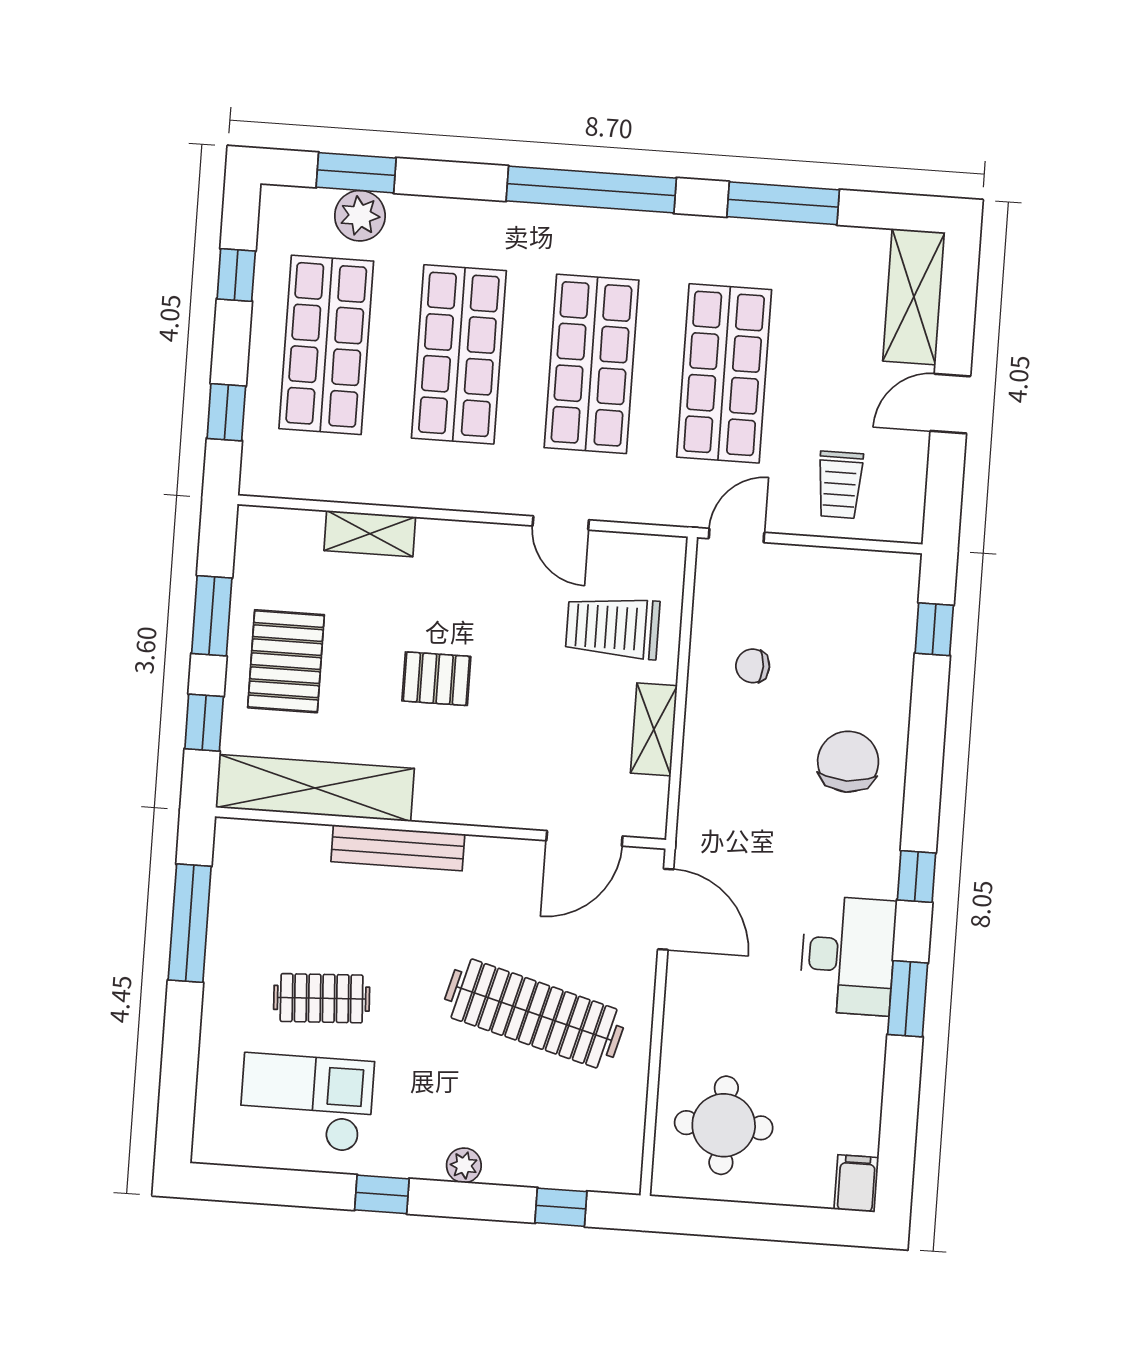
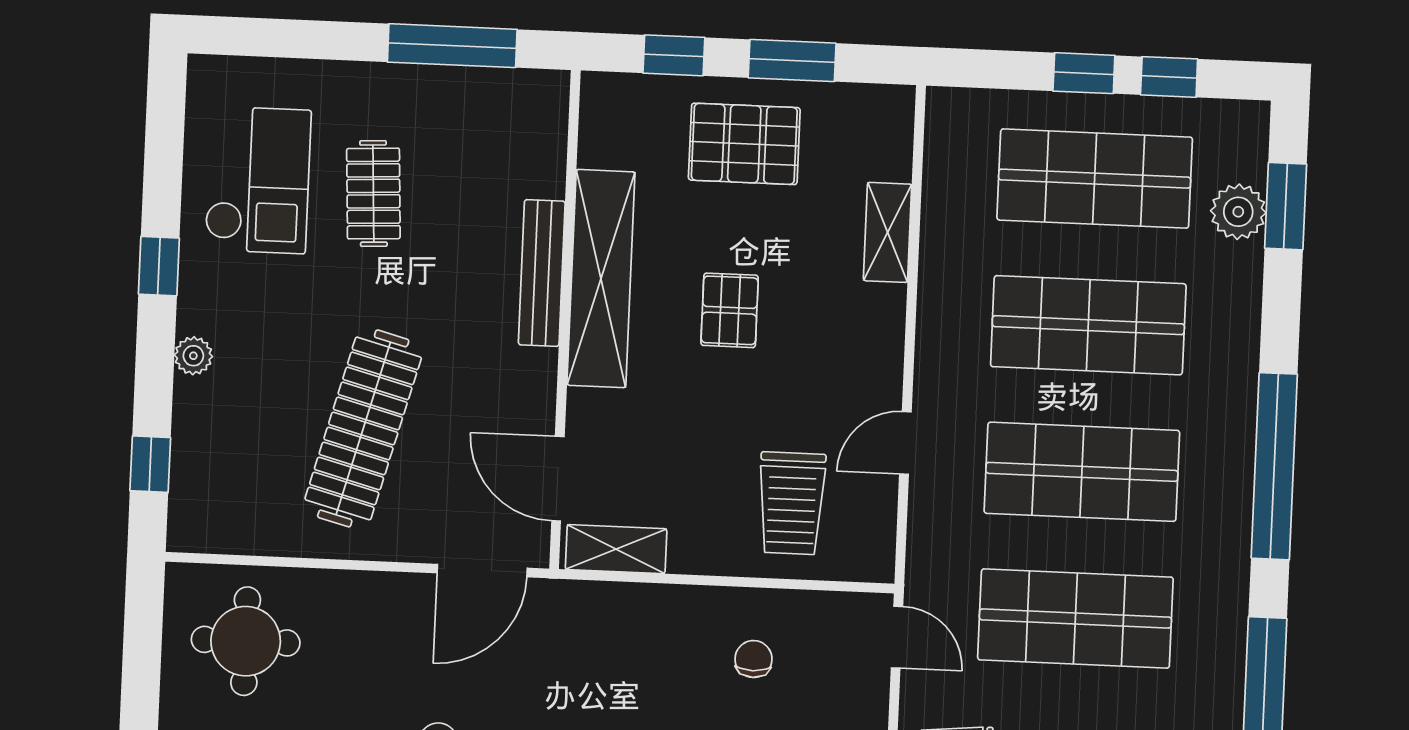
window: (226, 412) -> (1084, 73), moved
trolley: (613, 627) -> (792, 503), turned 180
shelving: (654, 729) -> (616, 549), moved
shelving: (315, 788) -> (601, 279), moved

